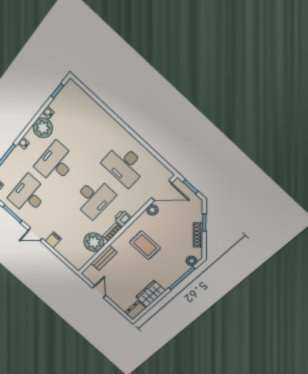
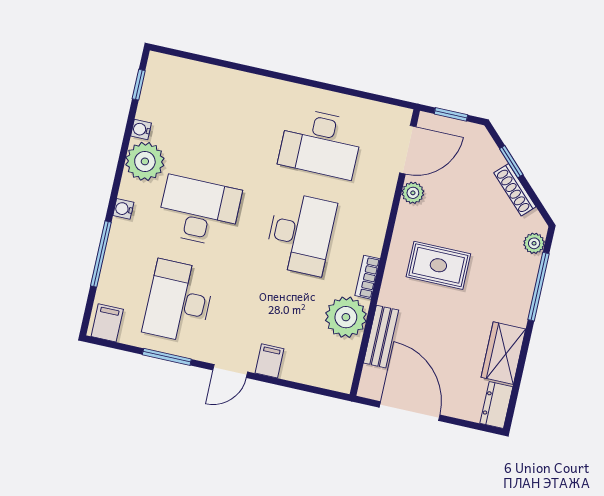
desk: (56, 163) -> (199, 211), turned 90
printer: (123, 218) -> (371, 240), removed
door: (99, 292) -> (410, 411), width x1.88

